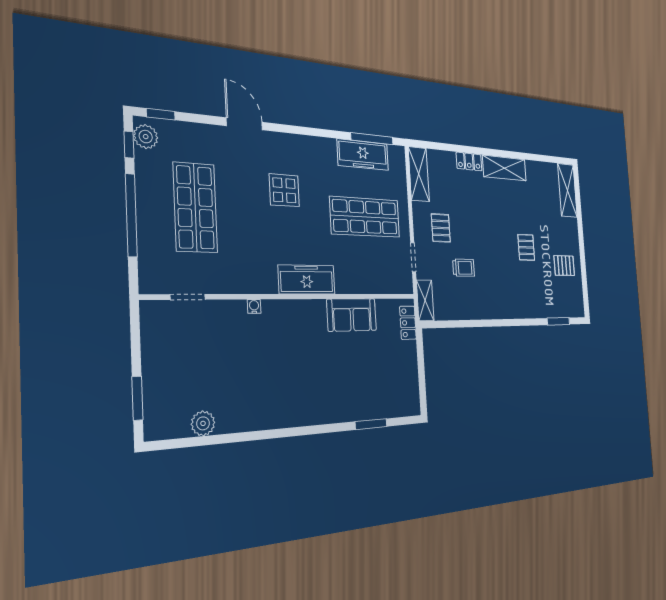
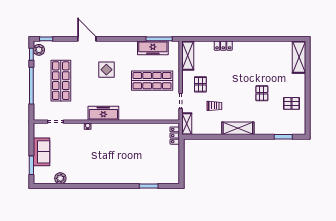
shelving: (504, 168) -> (238, 128), moved
freezer: (307, 280) -> (103, 113), moved
sofa: (352, 315) -> (41, 152), moved, turned -90

